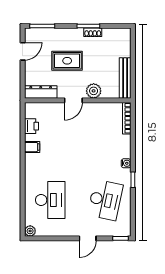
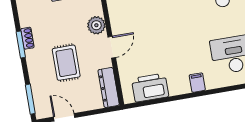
door: (73, 100) -> (112, 47), hinge flipped
printer: (31, 126) -> (150, 88), width x1.87, depth x1.48
filing cabinet: (32, 147) -> (197, 83), moved

